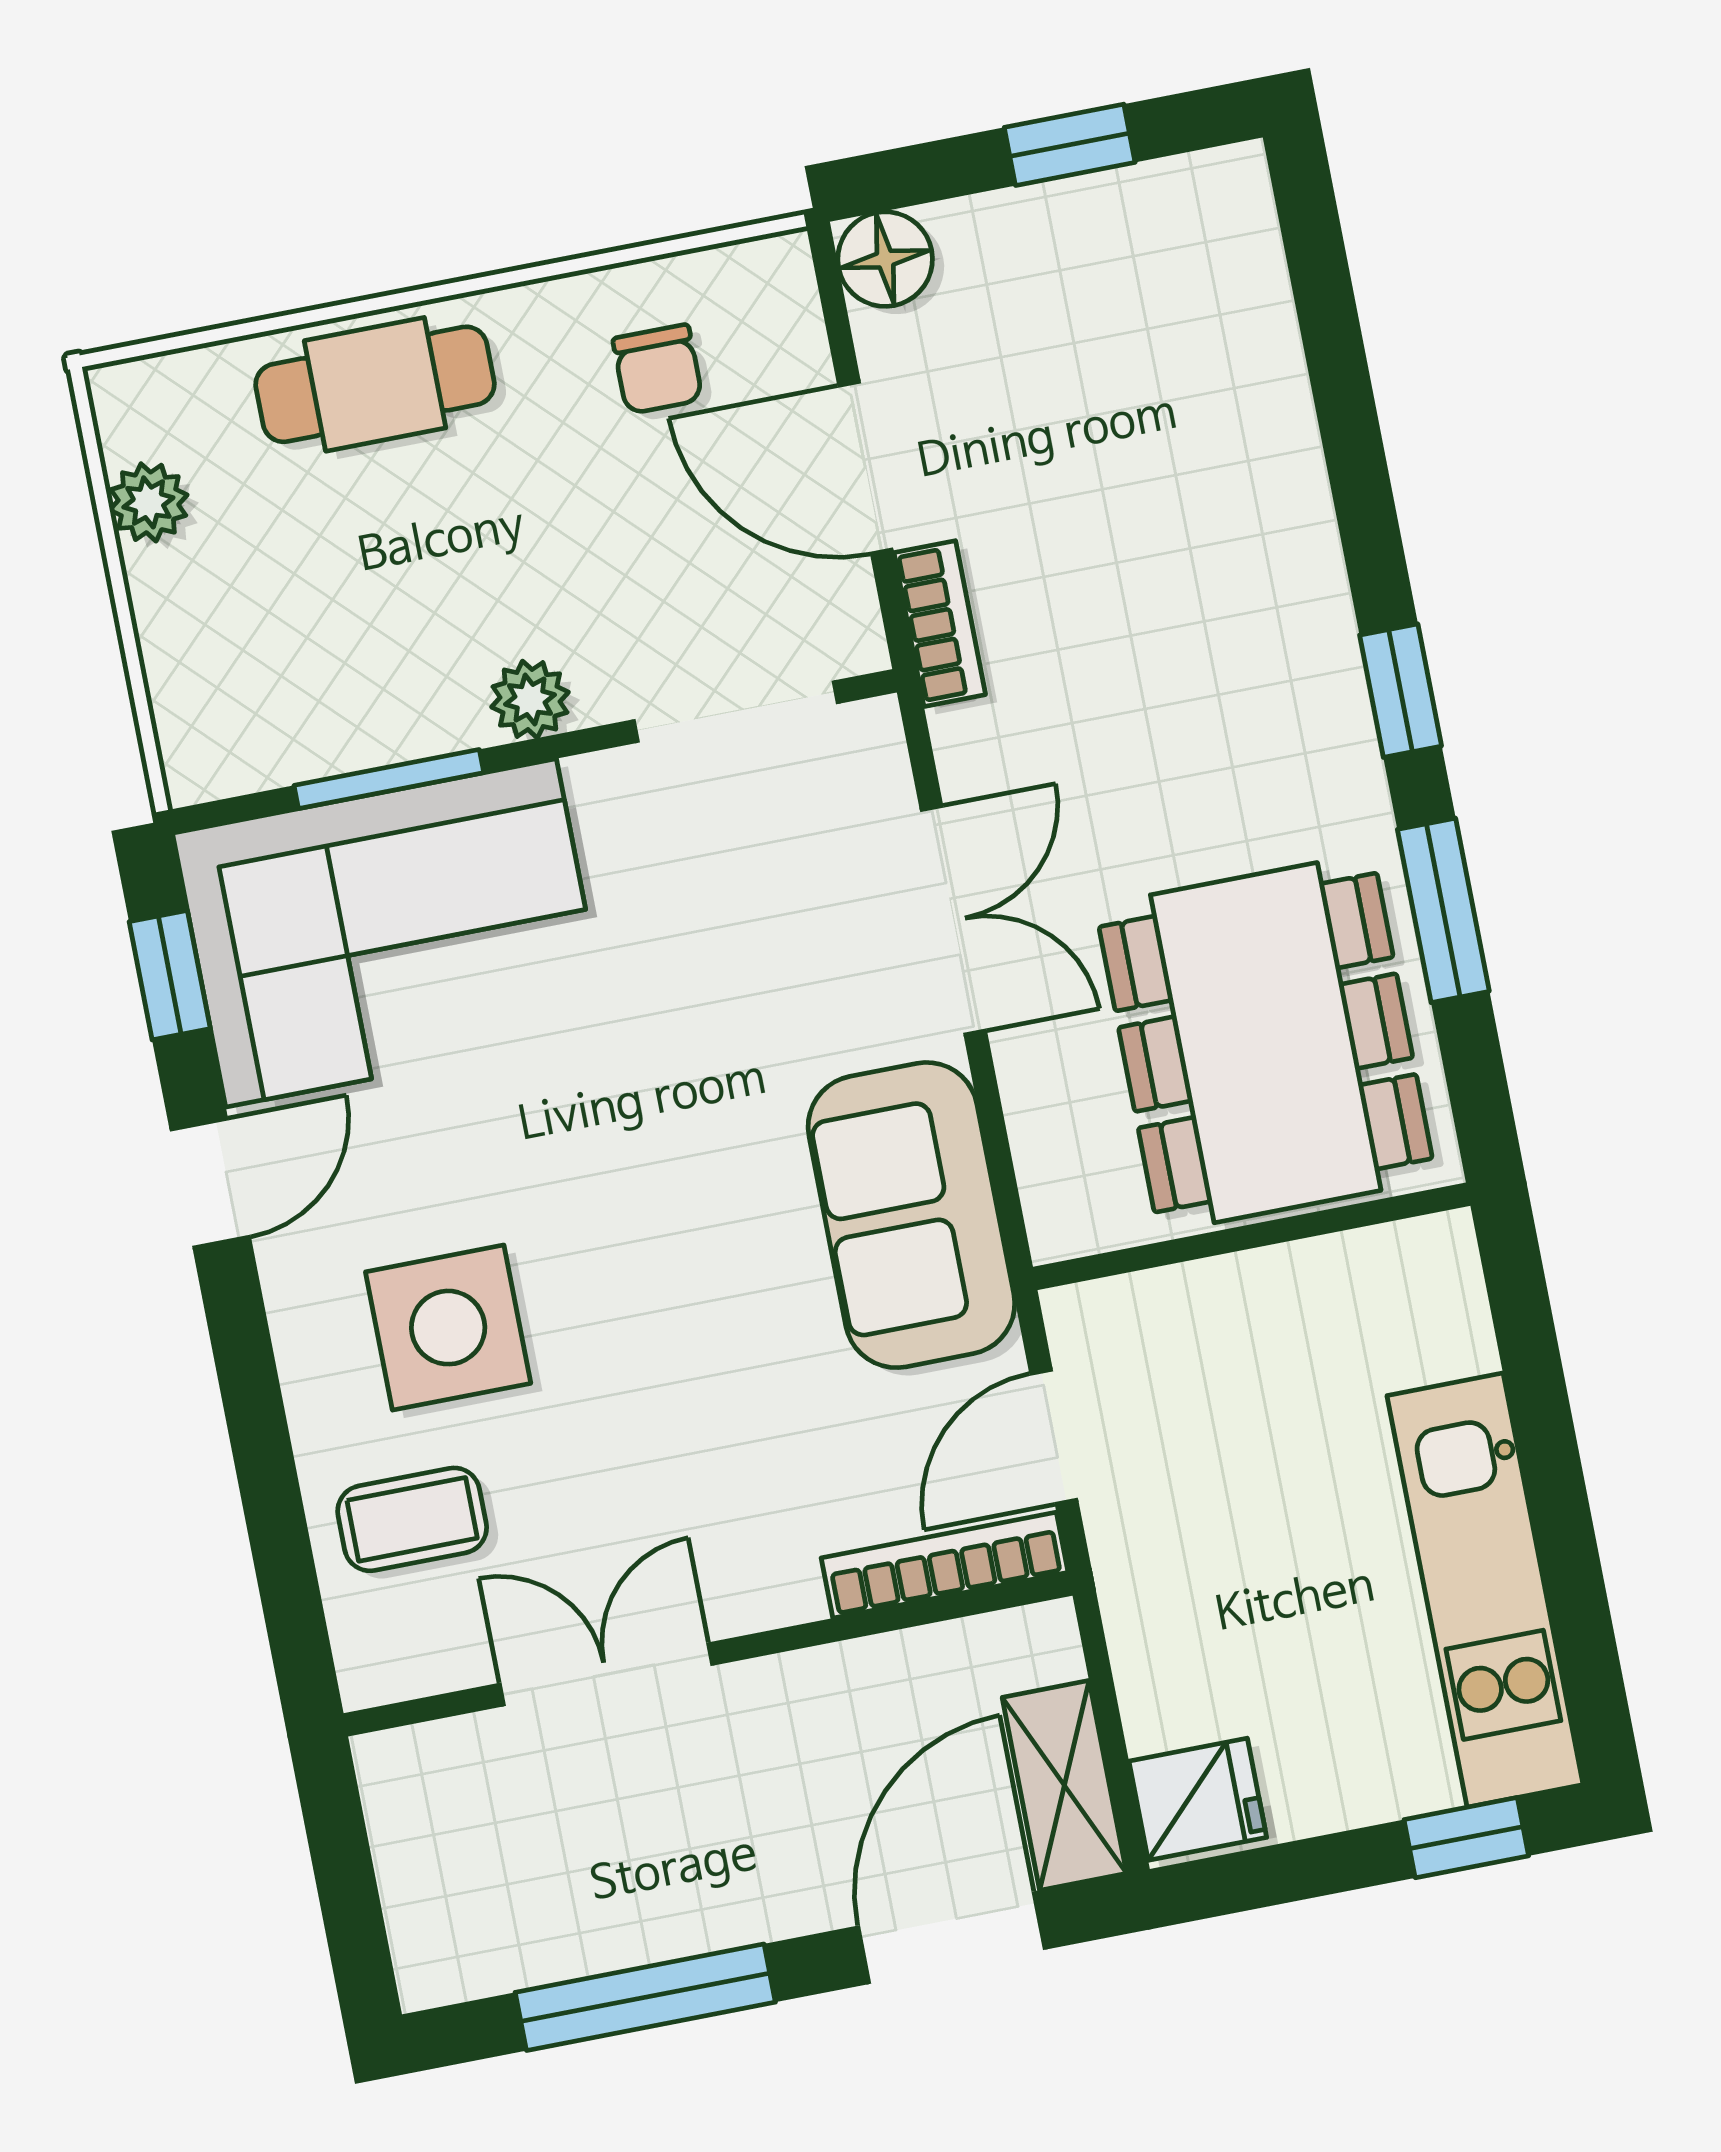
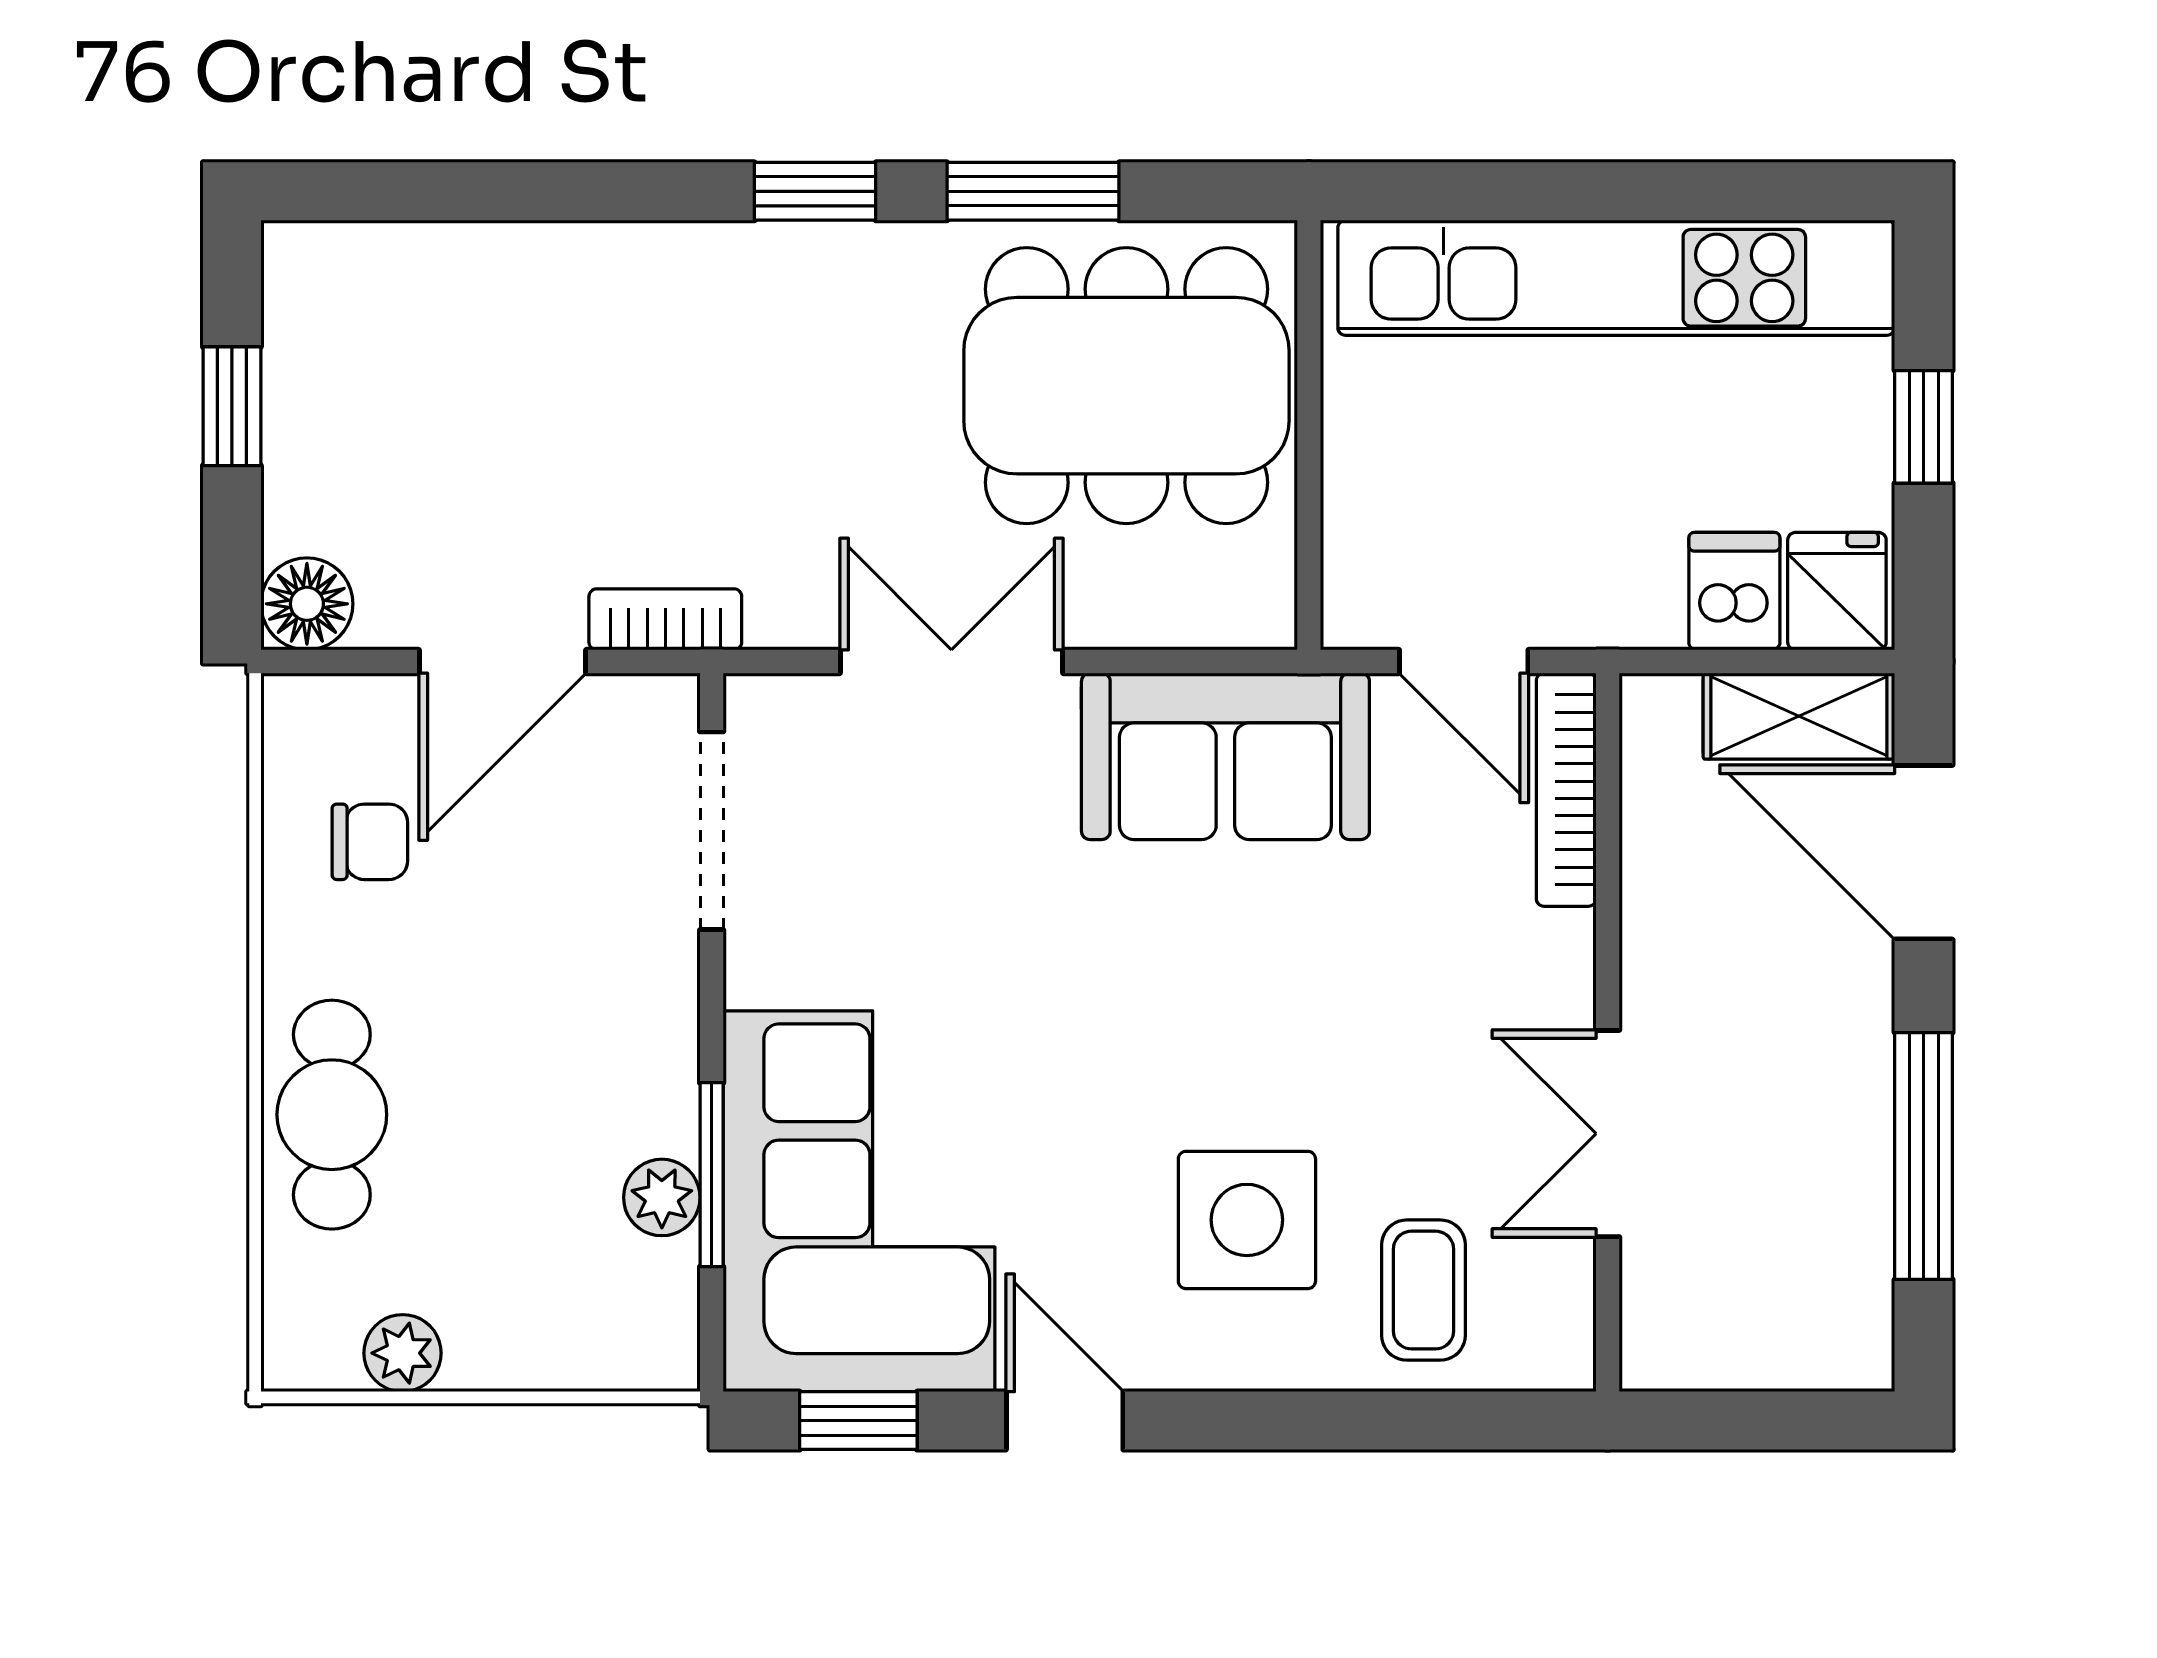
plant: (530, 700) -> (662, 1197), moved
kitchen unit: (1485, 1590) -> (1616, 278), width x1.36
dishwasher: (1178, 1696) -> (1734, 591), added
window: (1466, 1838) -> (1924, 427), moved

